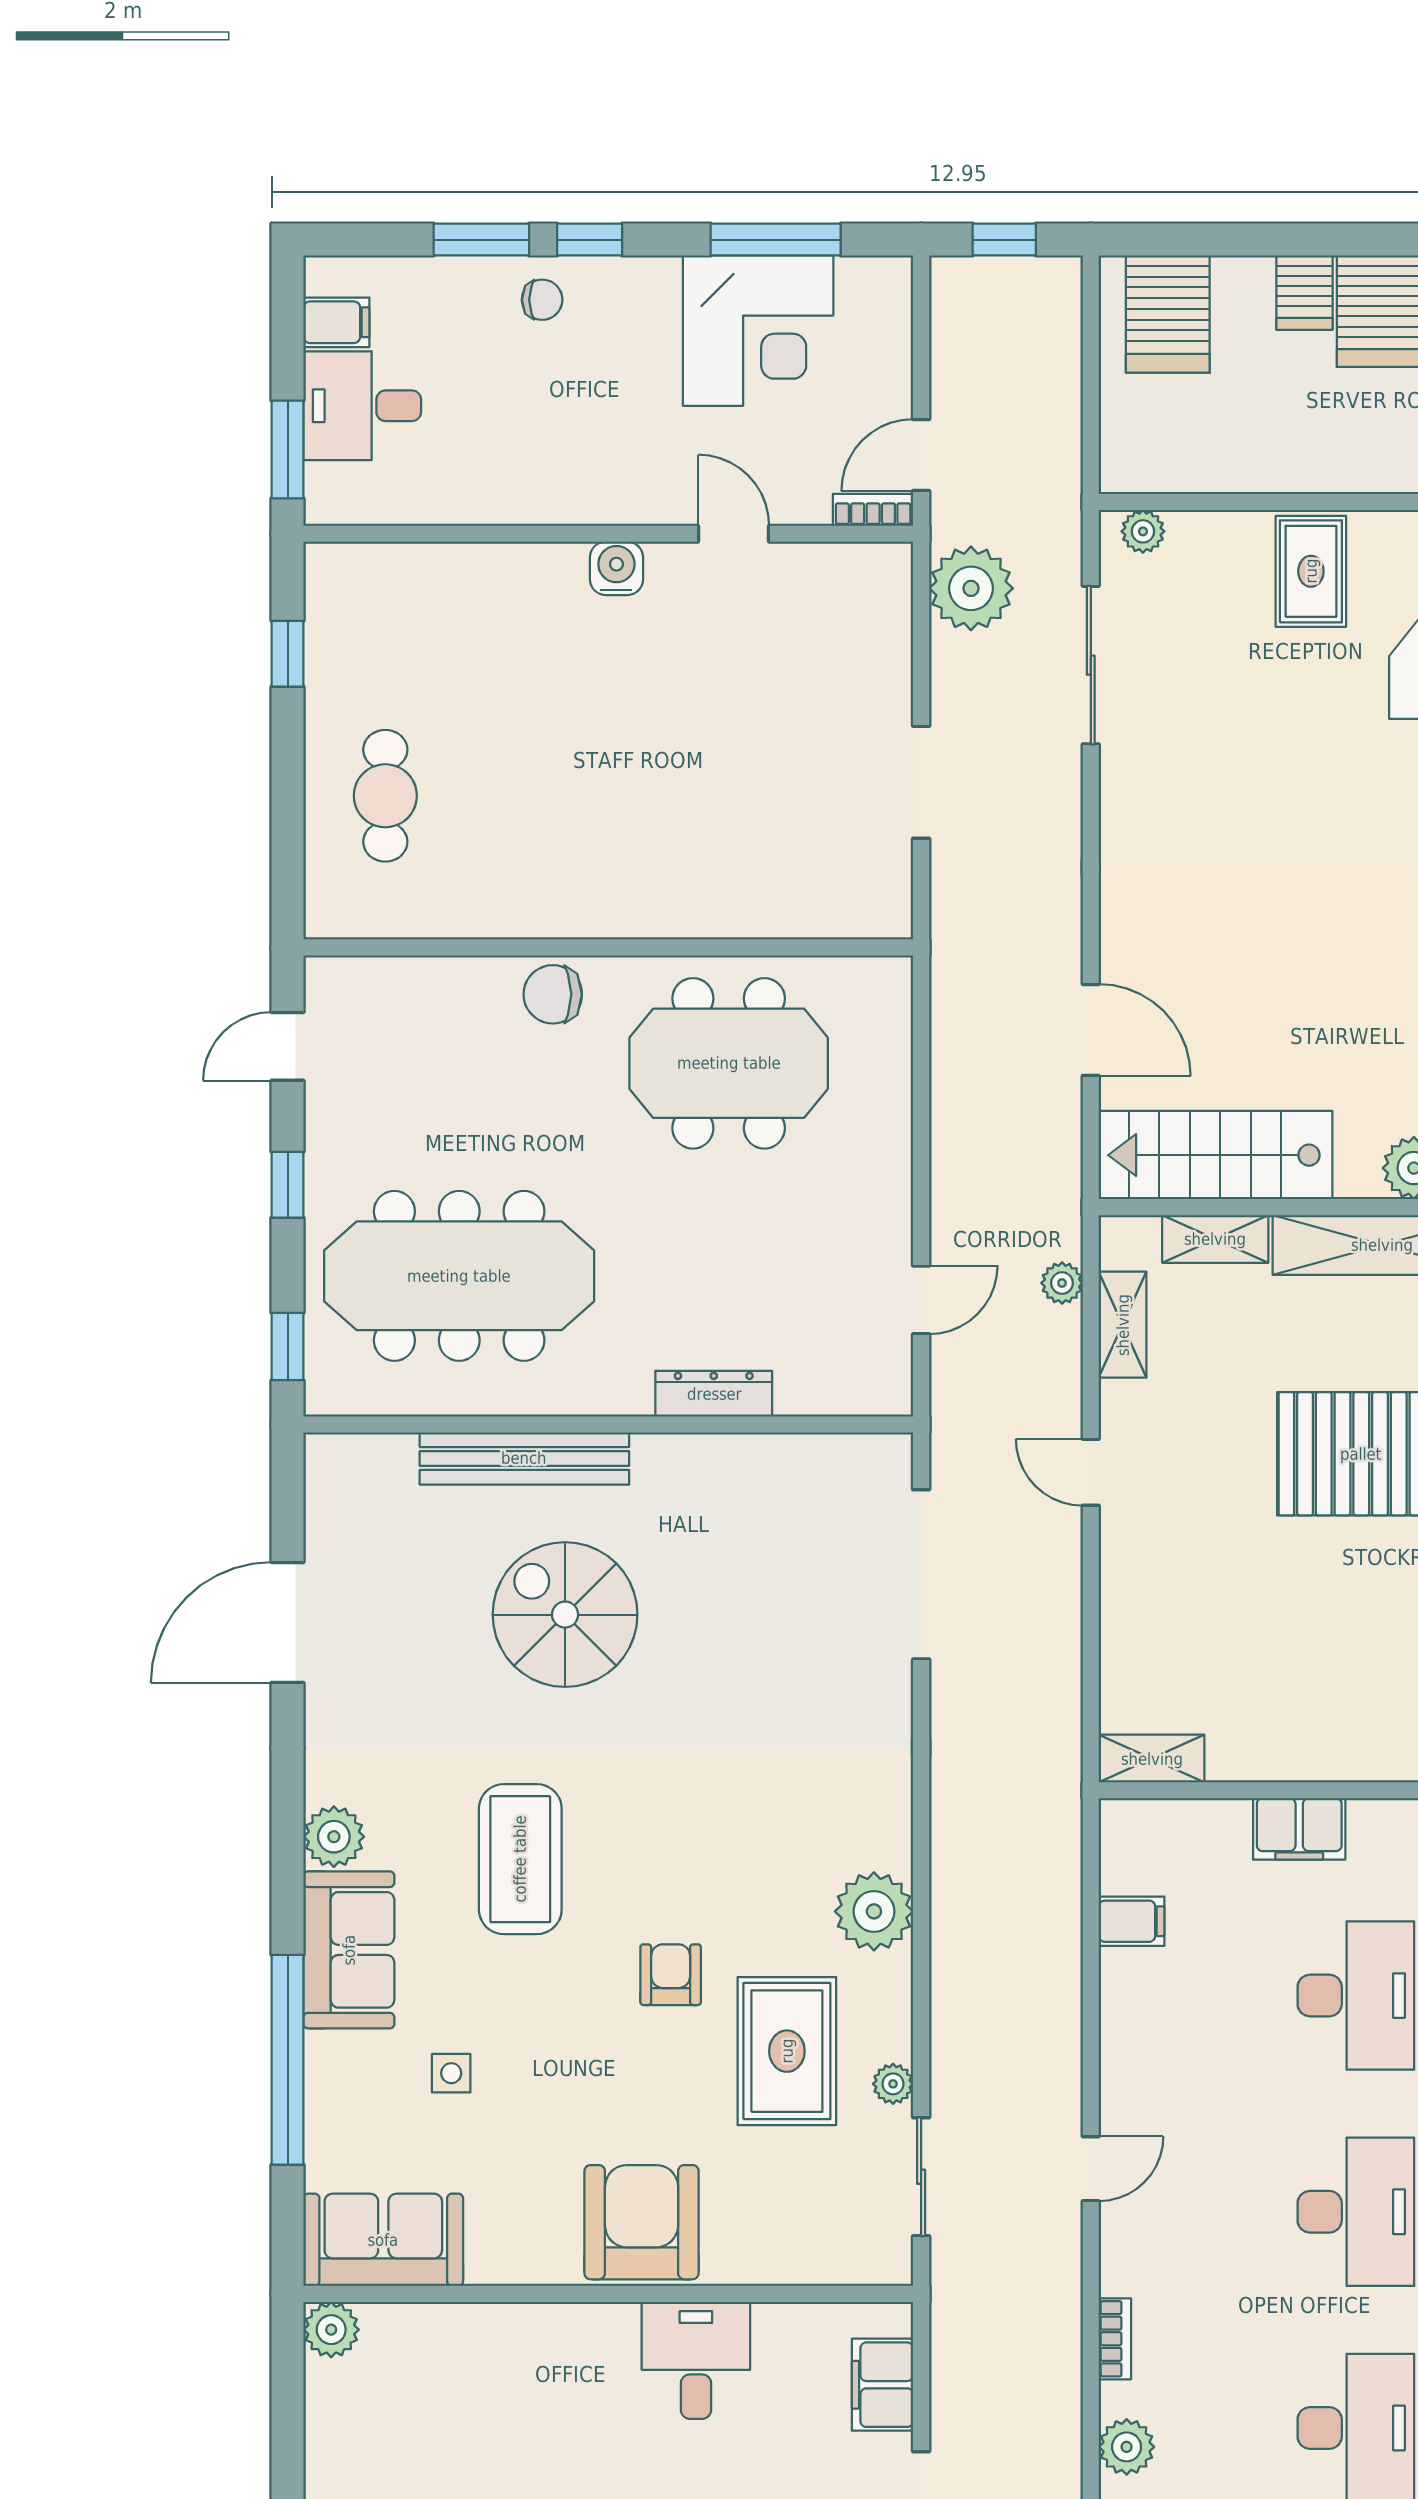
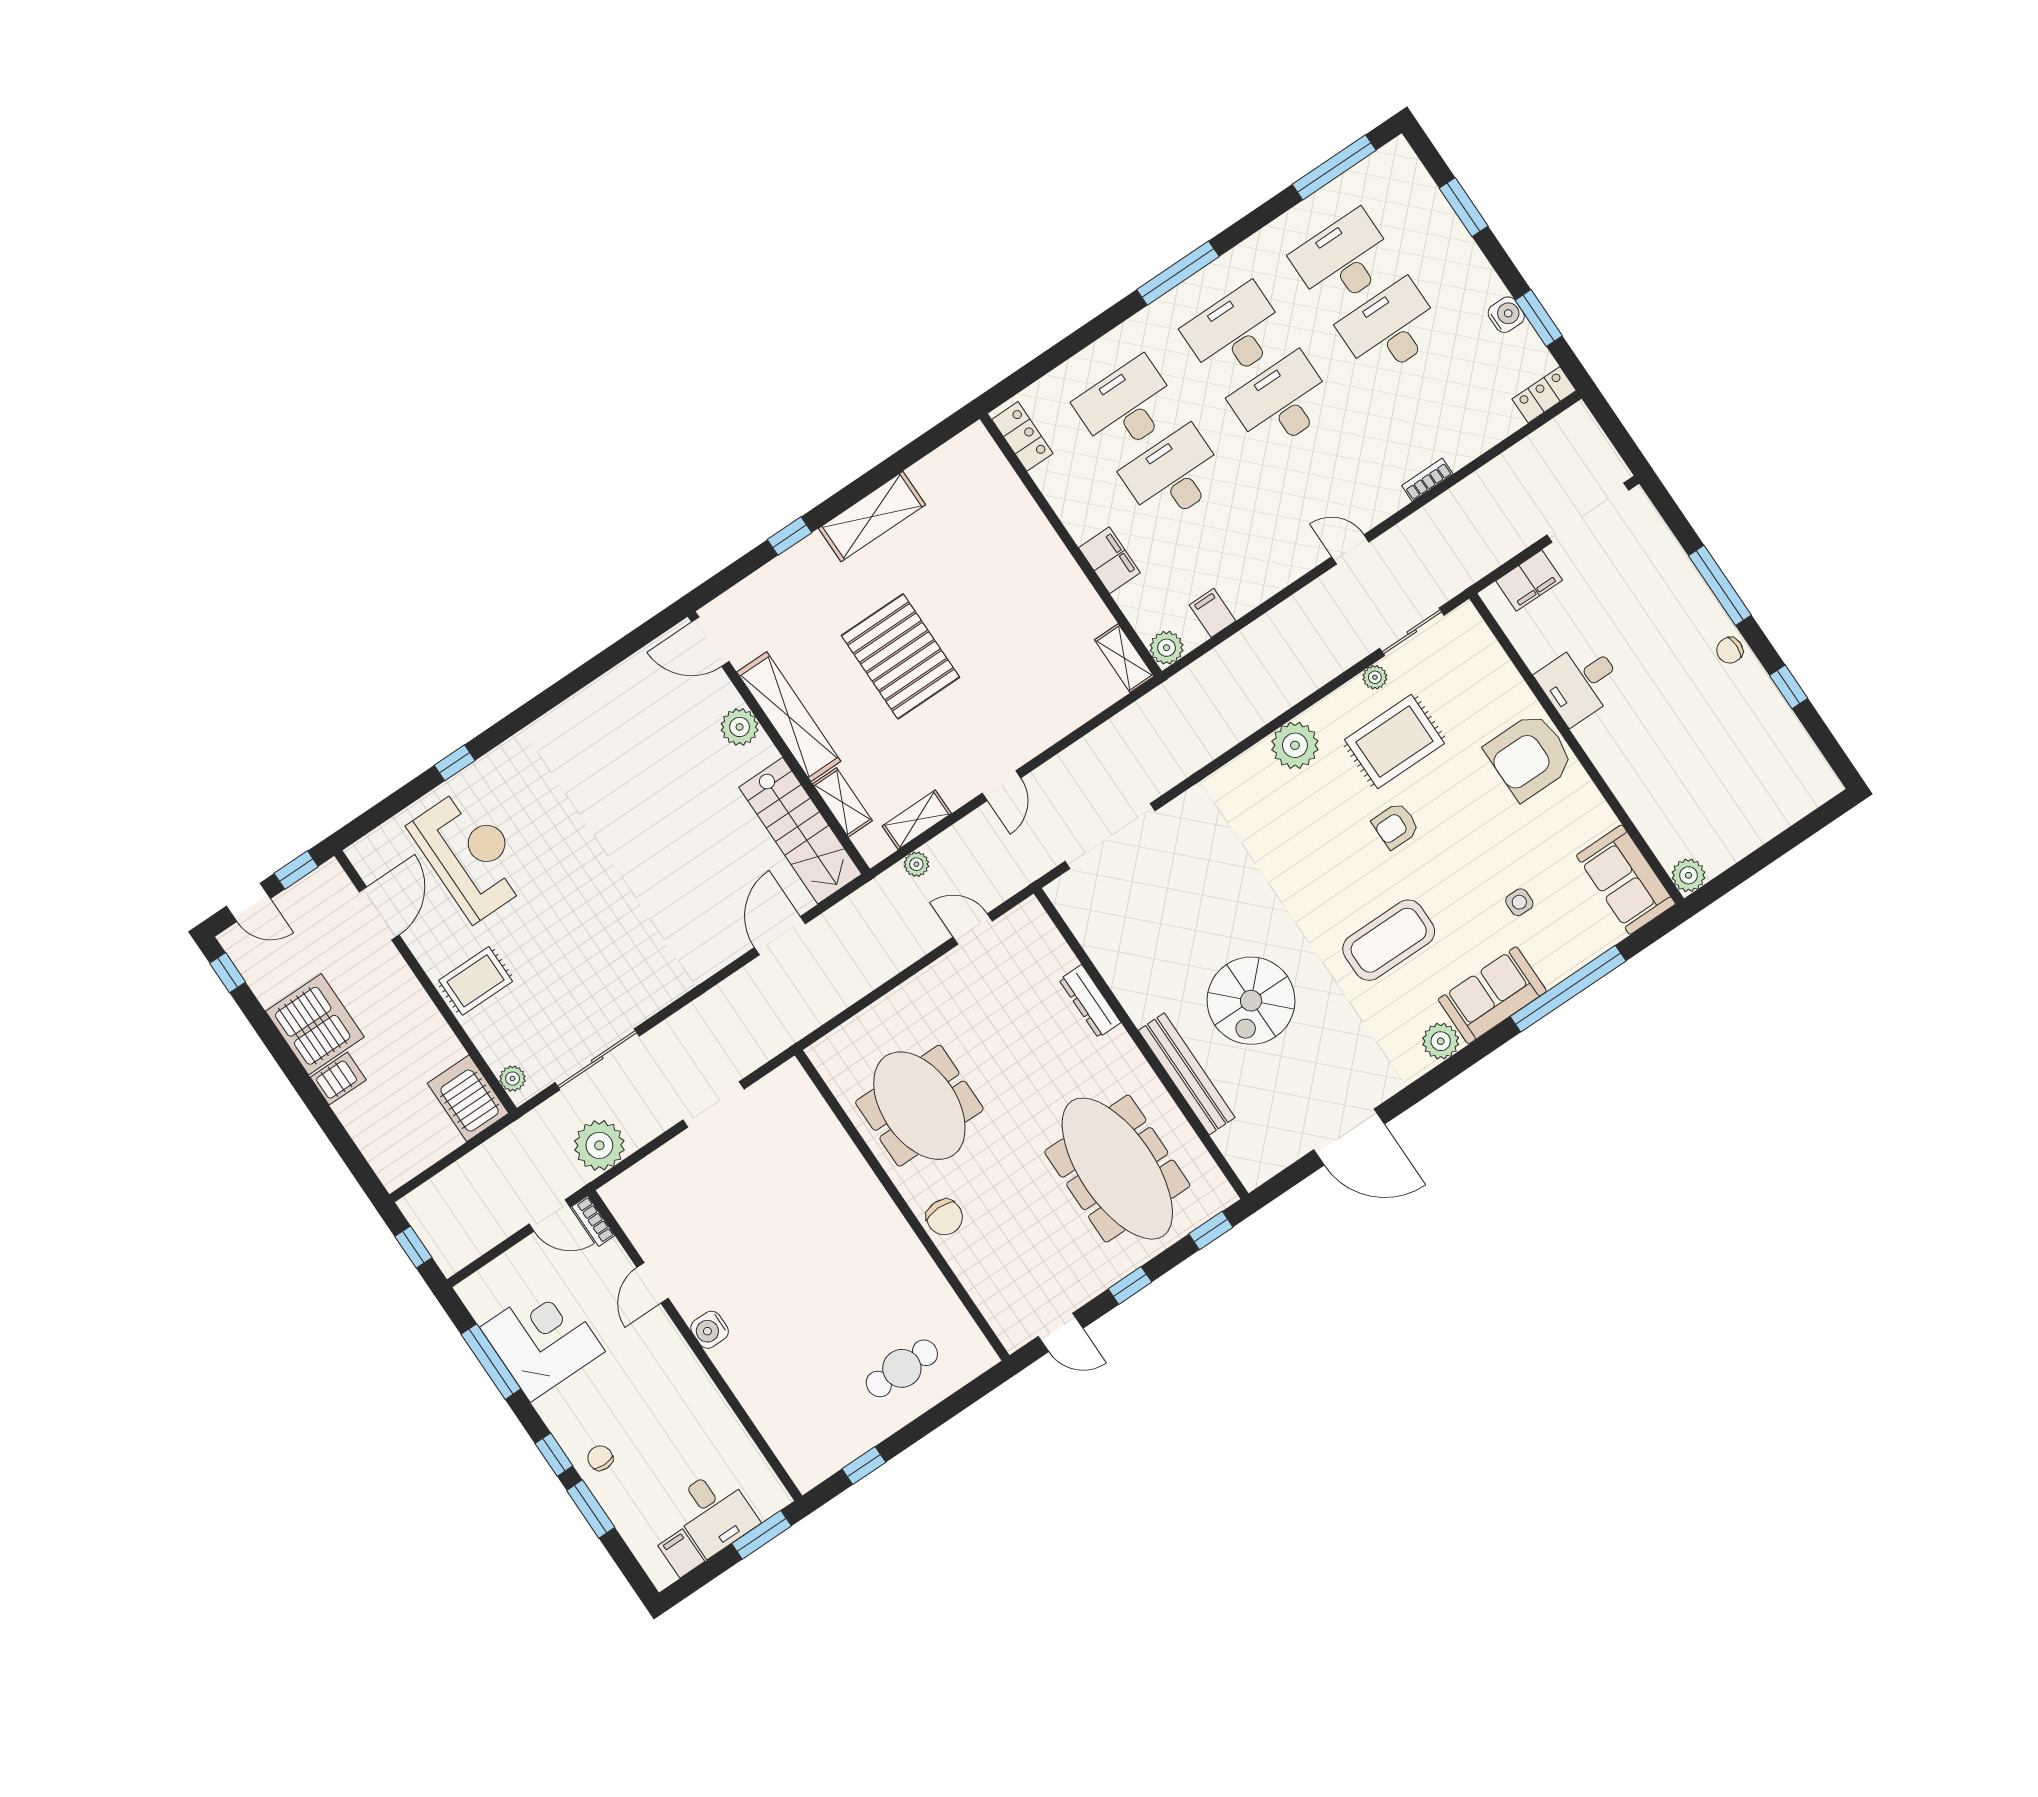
server rack: (1168, 314) -> (468, 1098), moved, turned -90
plant: (1127, 2447) -> (1167, 648), moved

